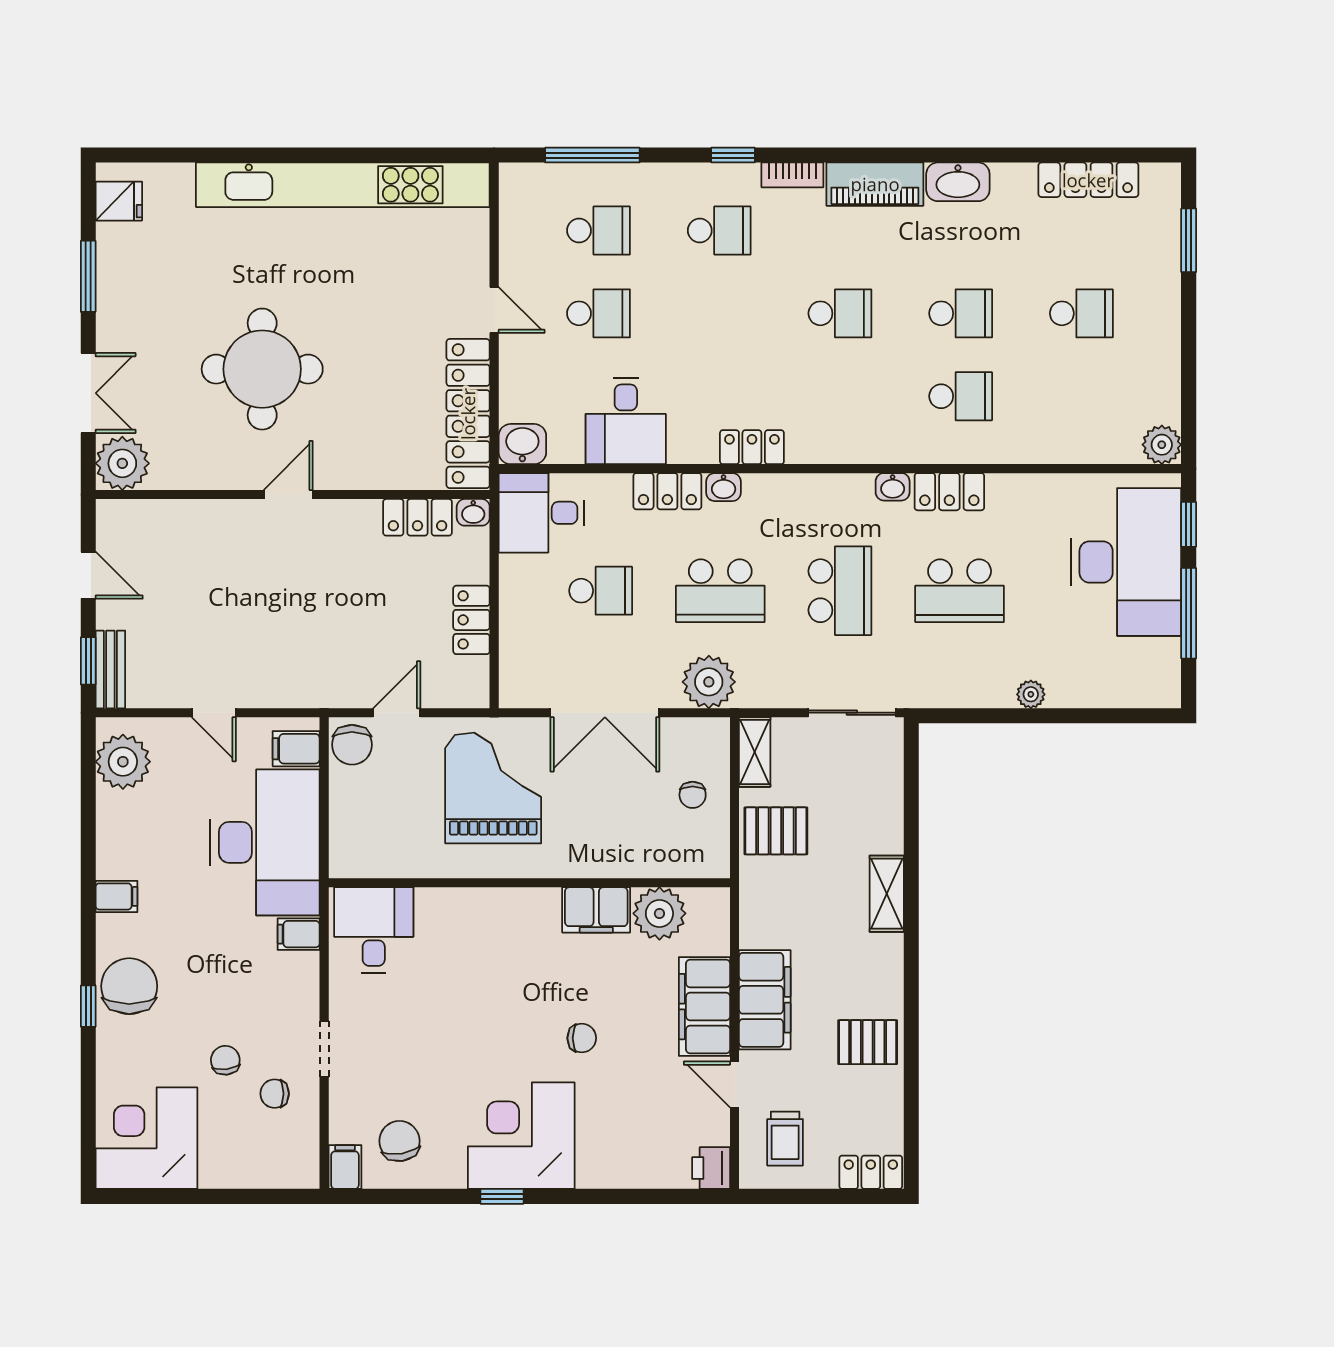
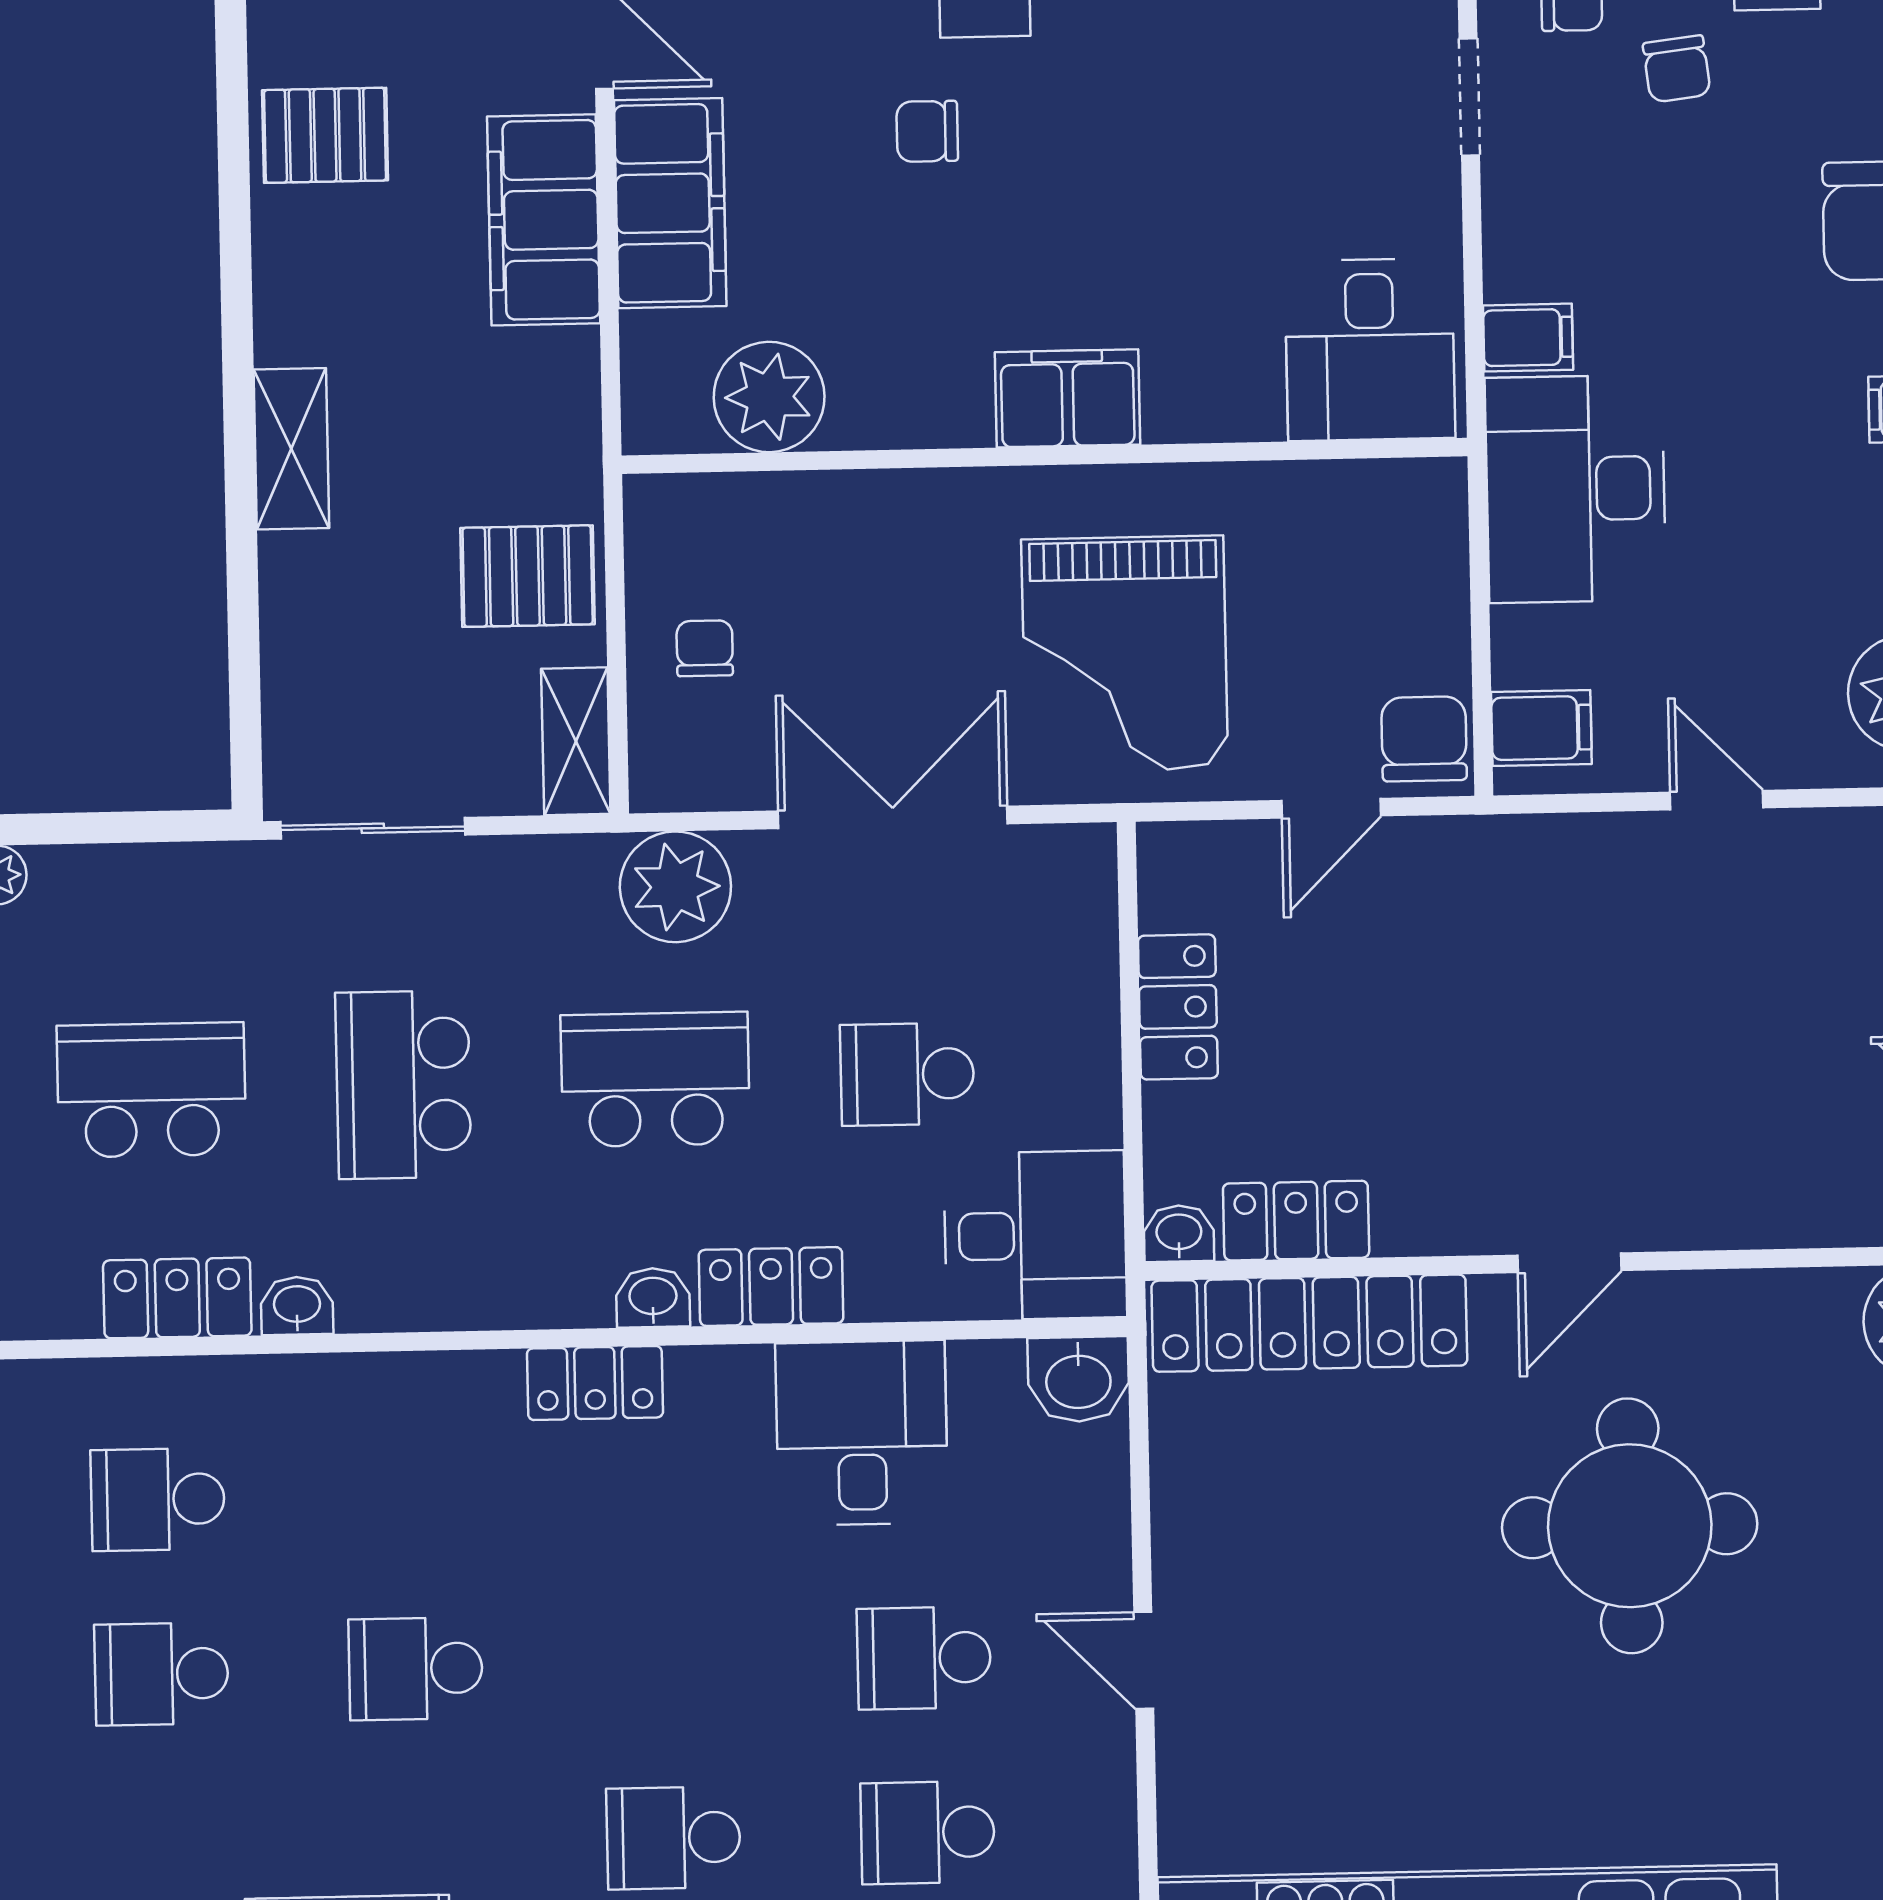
locker: (468, 414) -> (1309, 1323), moved, turned 90
desk: (265, 842) -> (1576, 489), width x0.73, depth x0.77
filing cabinet: (596, 910) -> (1068, 398), moved

